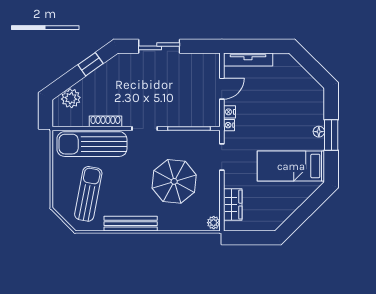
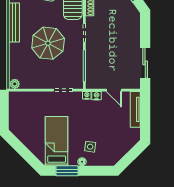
sliding door: (159, 46) -> (145, 63), moved
side table: (299, 121) -> (90, 147), added
window: (331, 135) -> (67, 171), moved
parasol: (174, 181) -> (48, 43), moved
wardrobe: (233, 205) -> (28, 98), removed

